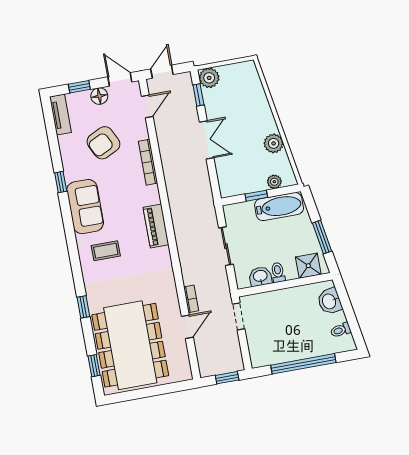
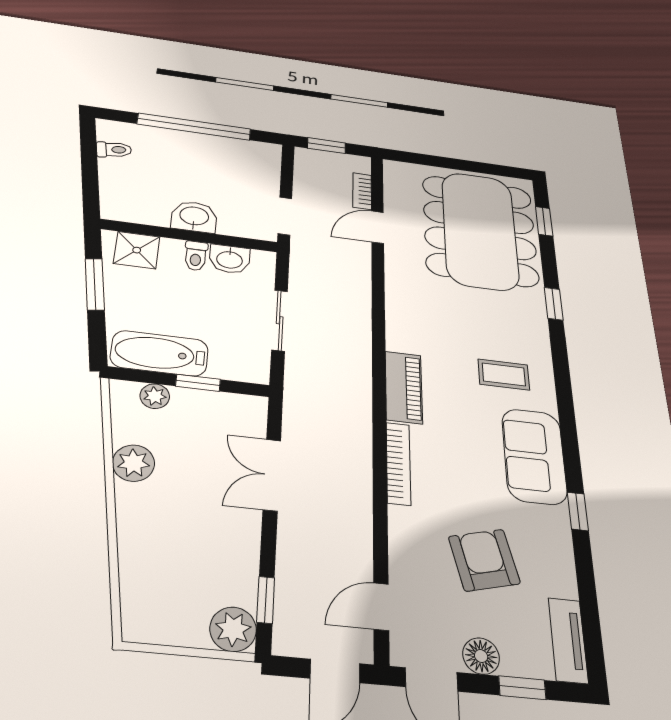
double door: (207, 140) -> (272, 475), moved
armchair: (103, 143) -> (484, 560), turned -78
bookcase: (148, 162) -> (398, 463), moved
bookcase: (191, 299) -> (362, 191), moved
washbasin: (330, 301) -> (194, 217), moved, turned -81

